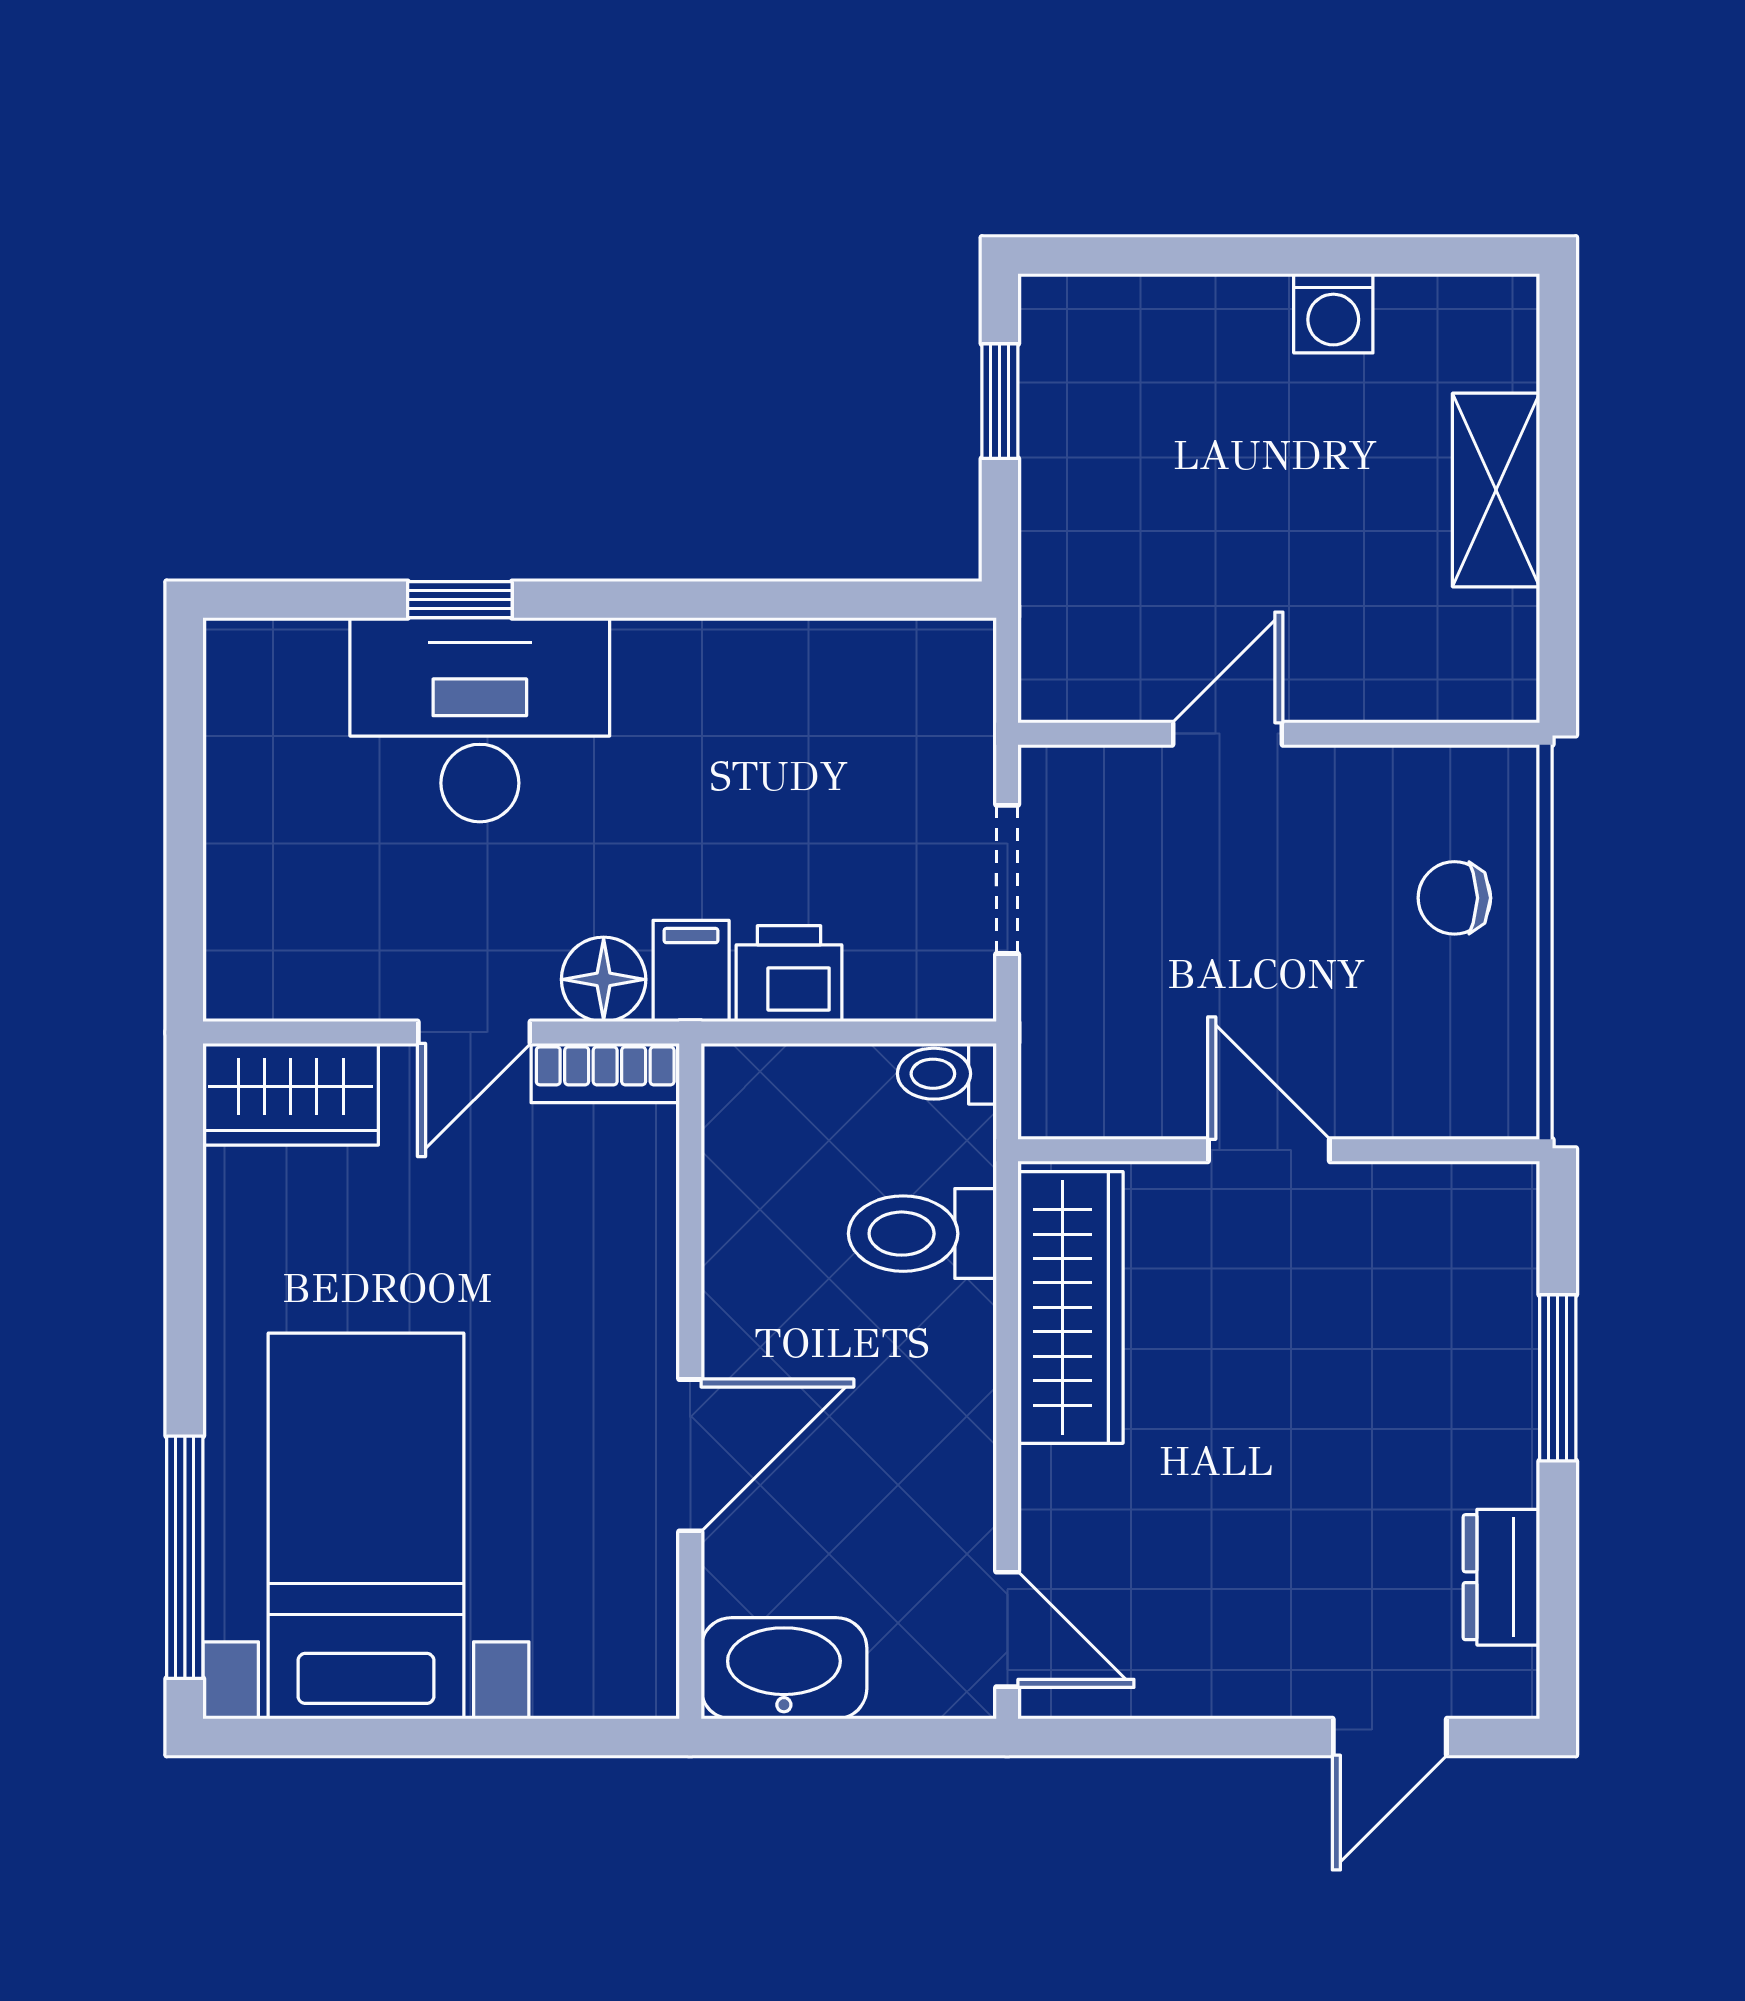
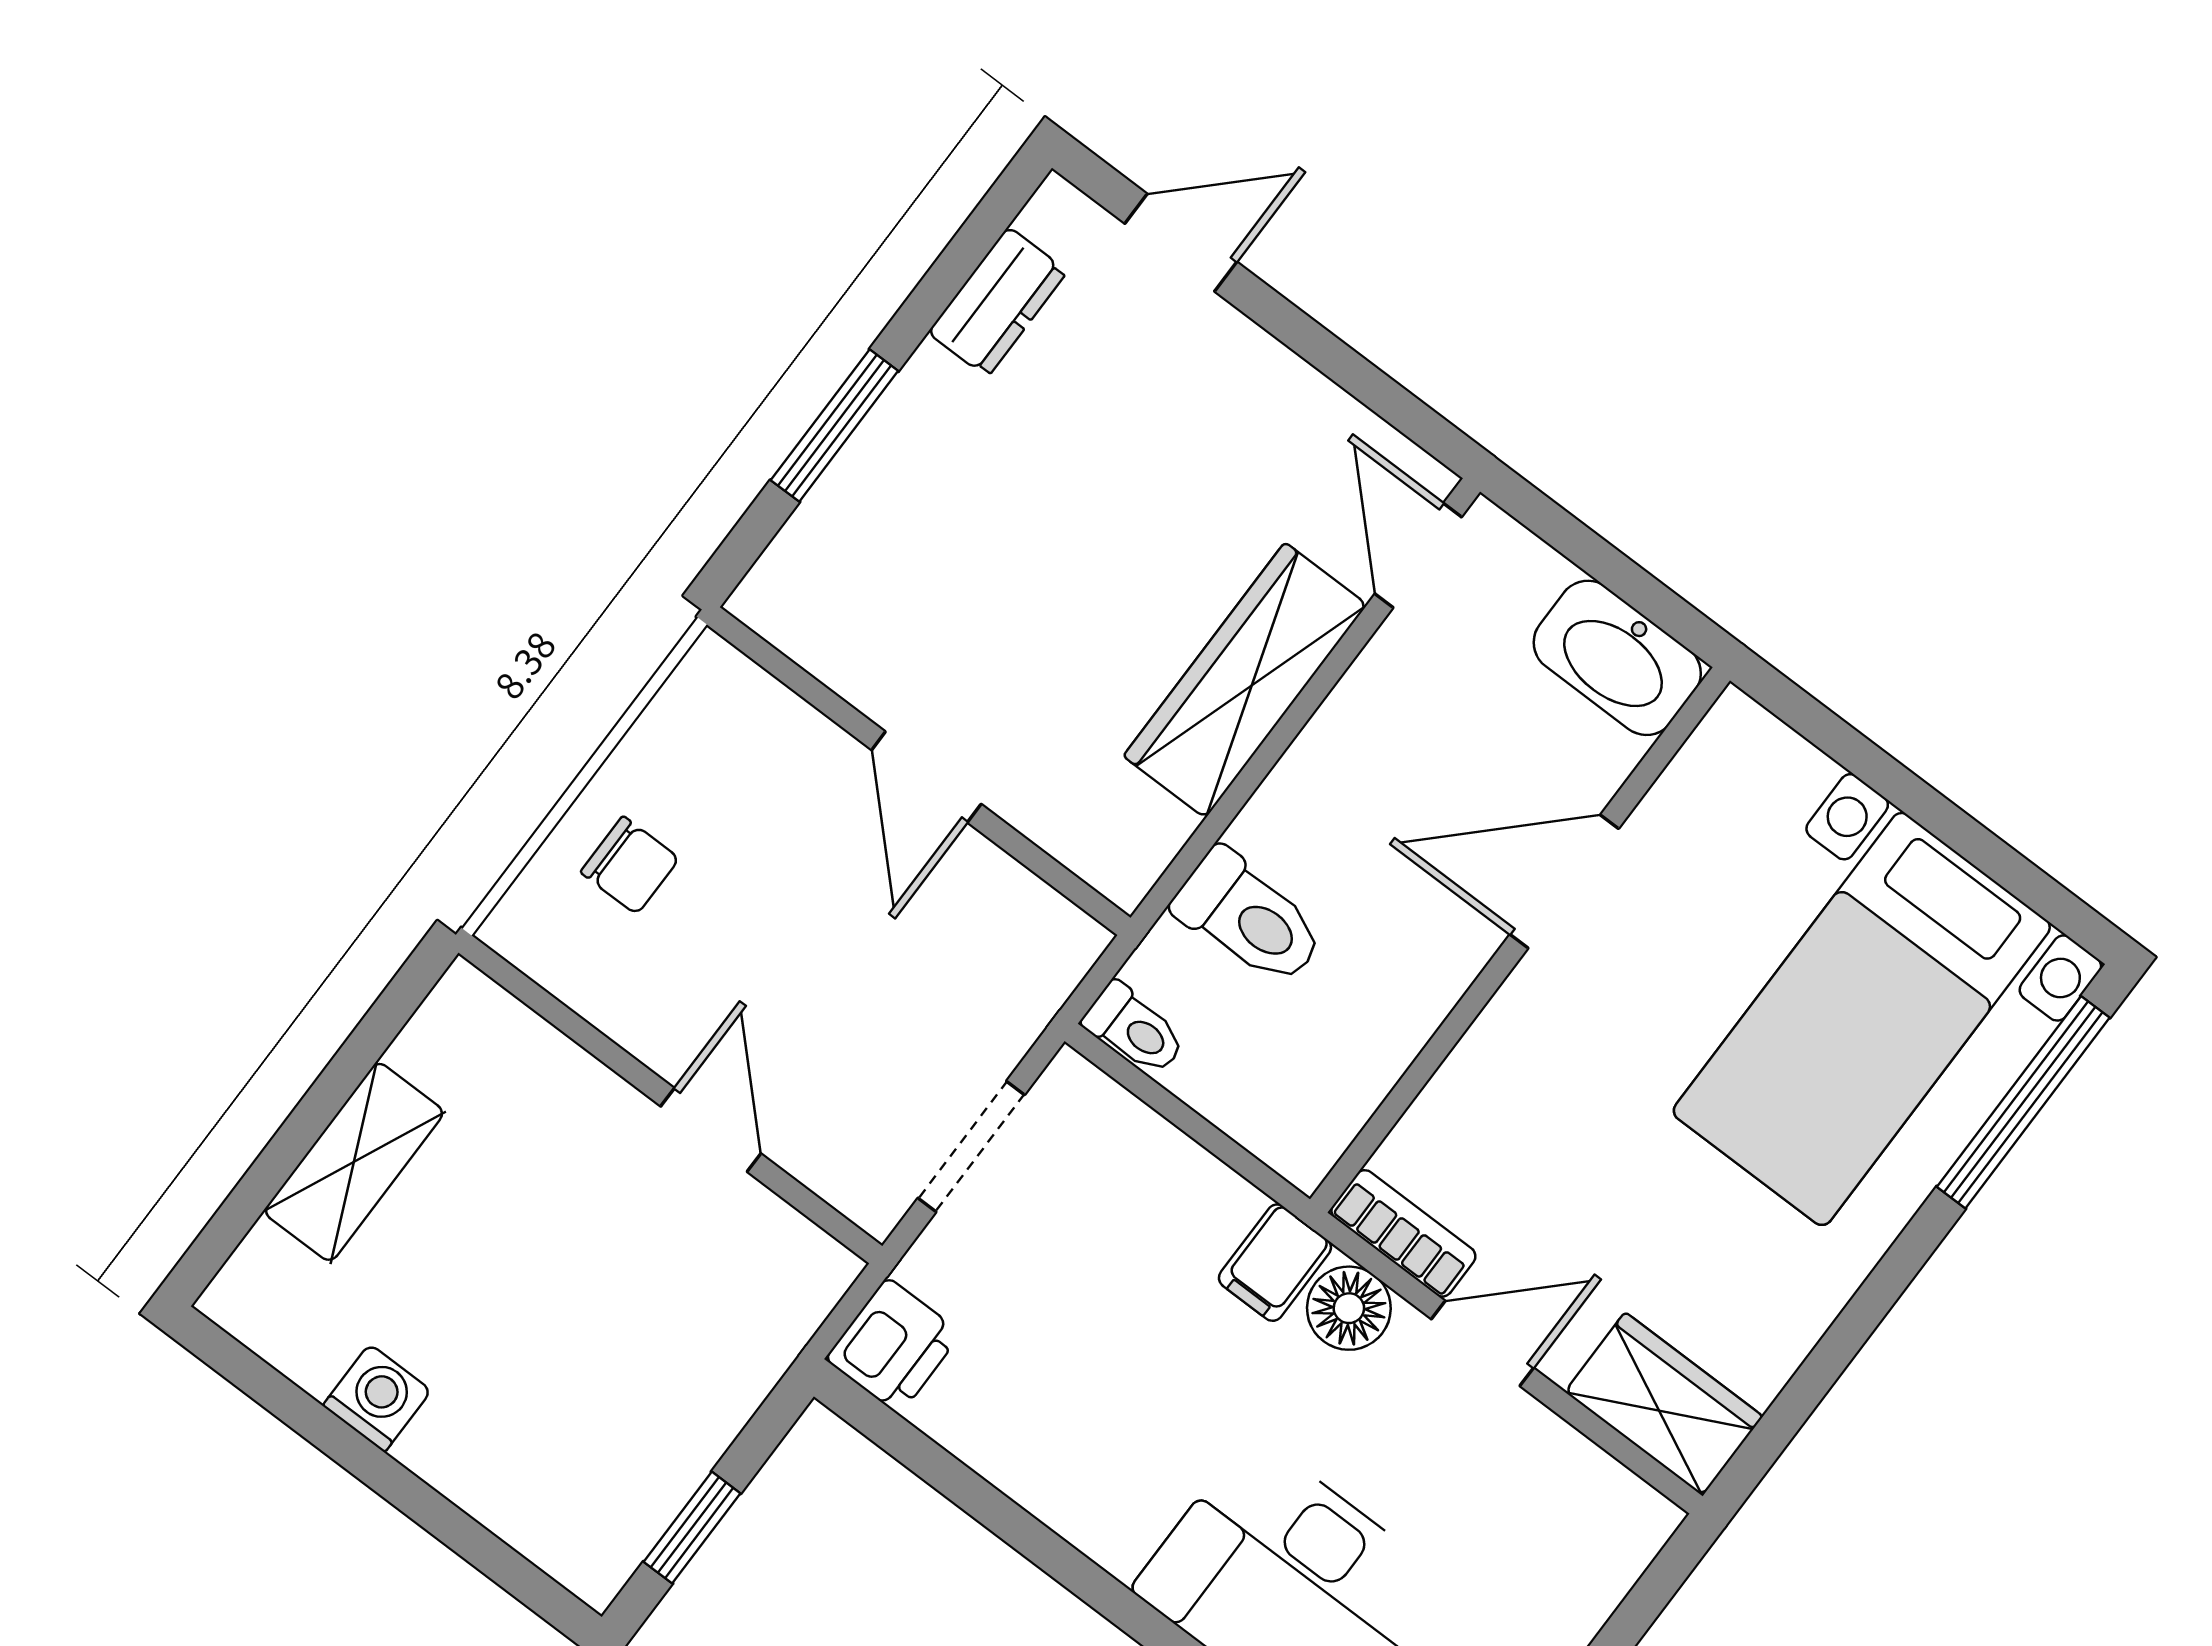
door: (1228, 734) -> (711, 1130), swing flipped
printer: (789, 974) -> (893, 1346), moved, turned -90
wardrobe: (1071, 1307) -> (1245, 680), moved

